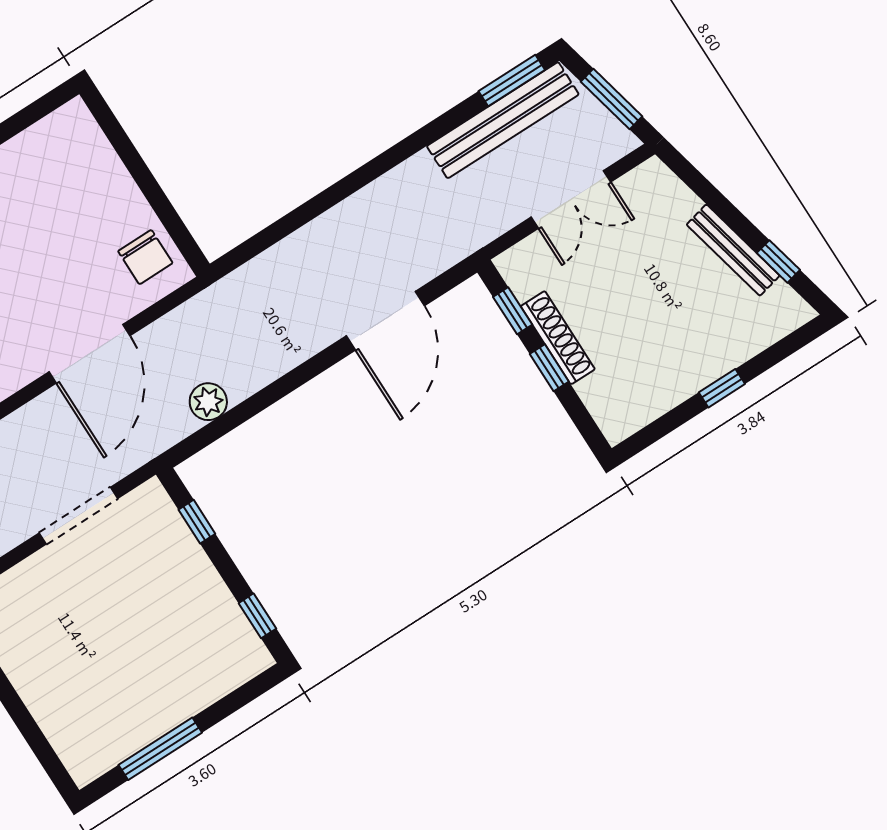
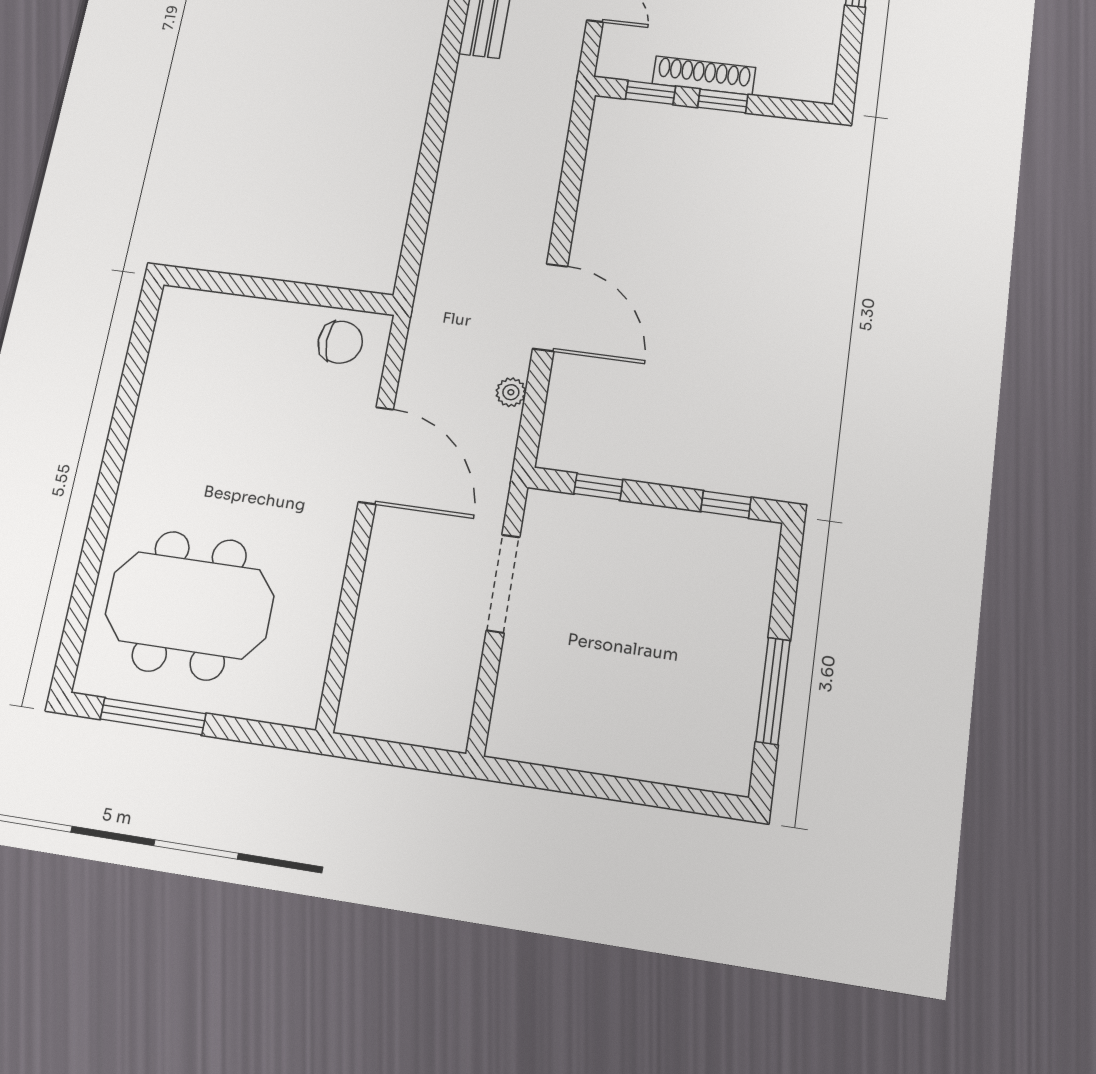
door: (385, 321) -> (550, 307), moved
plant: (208, 402) -> (511, 392), width x0.73, depth x0.73

